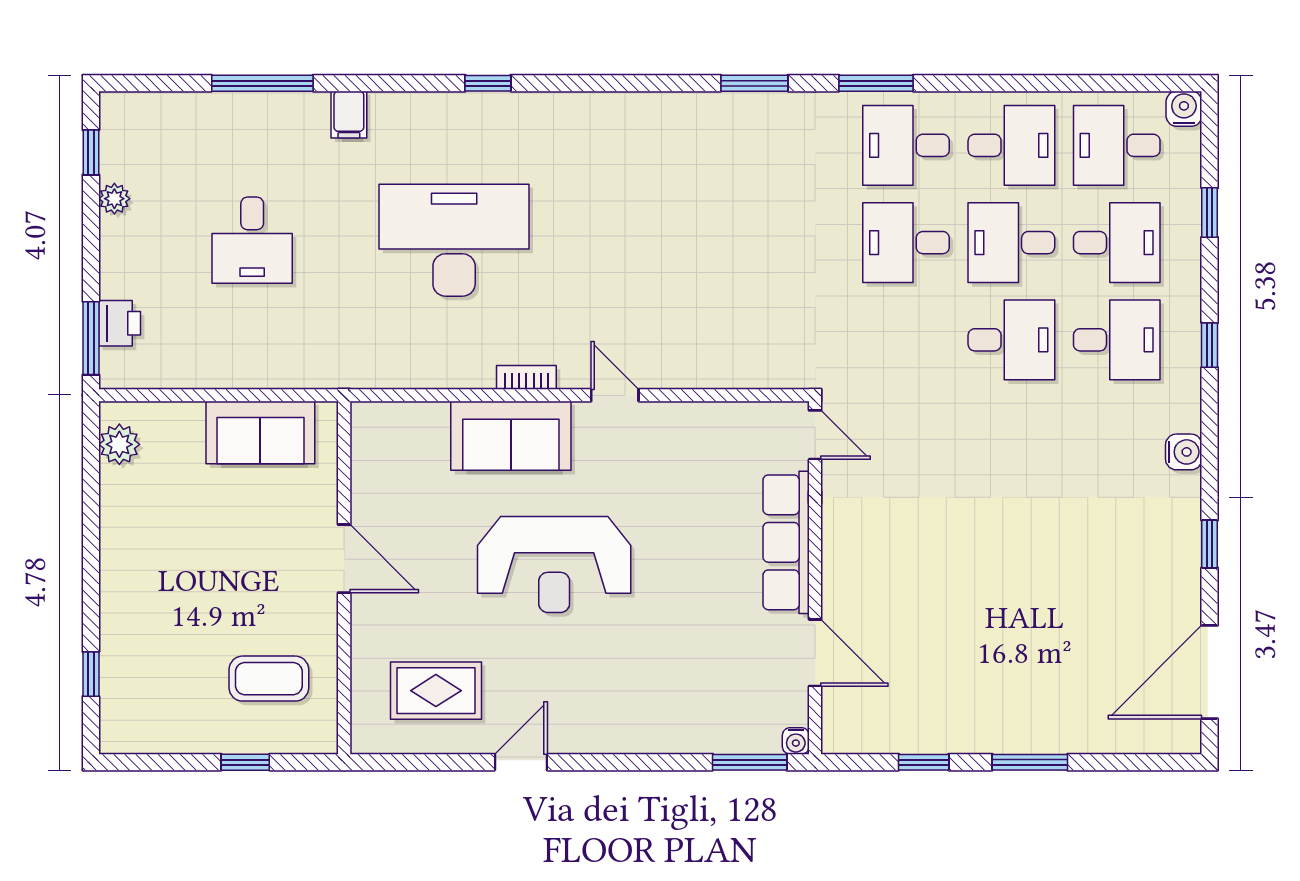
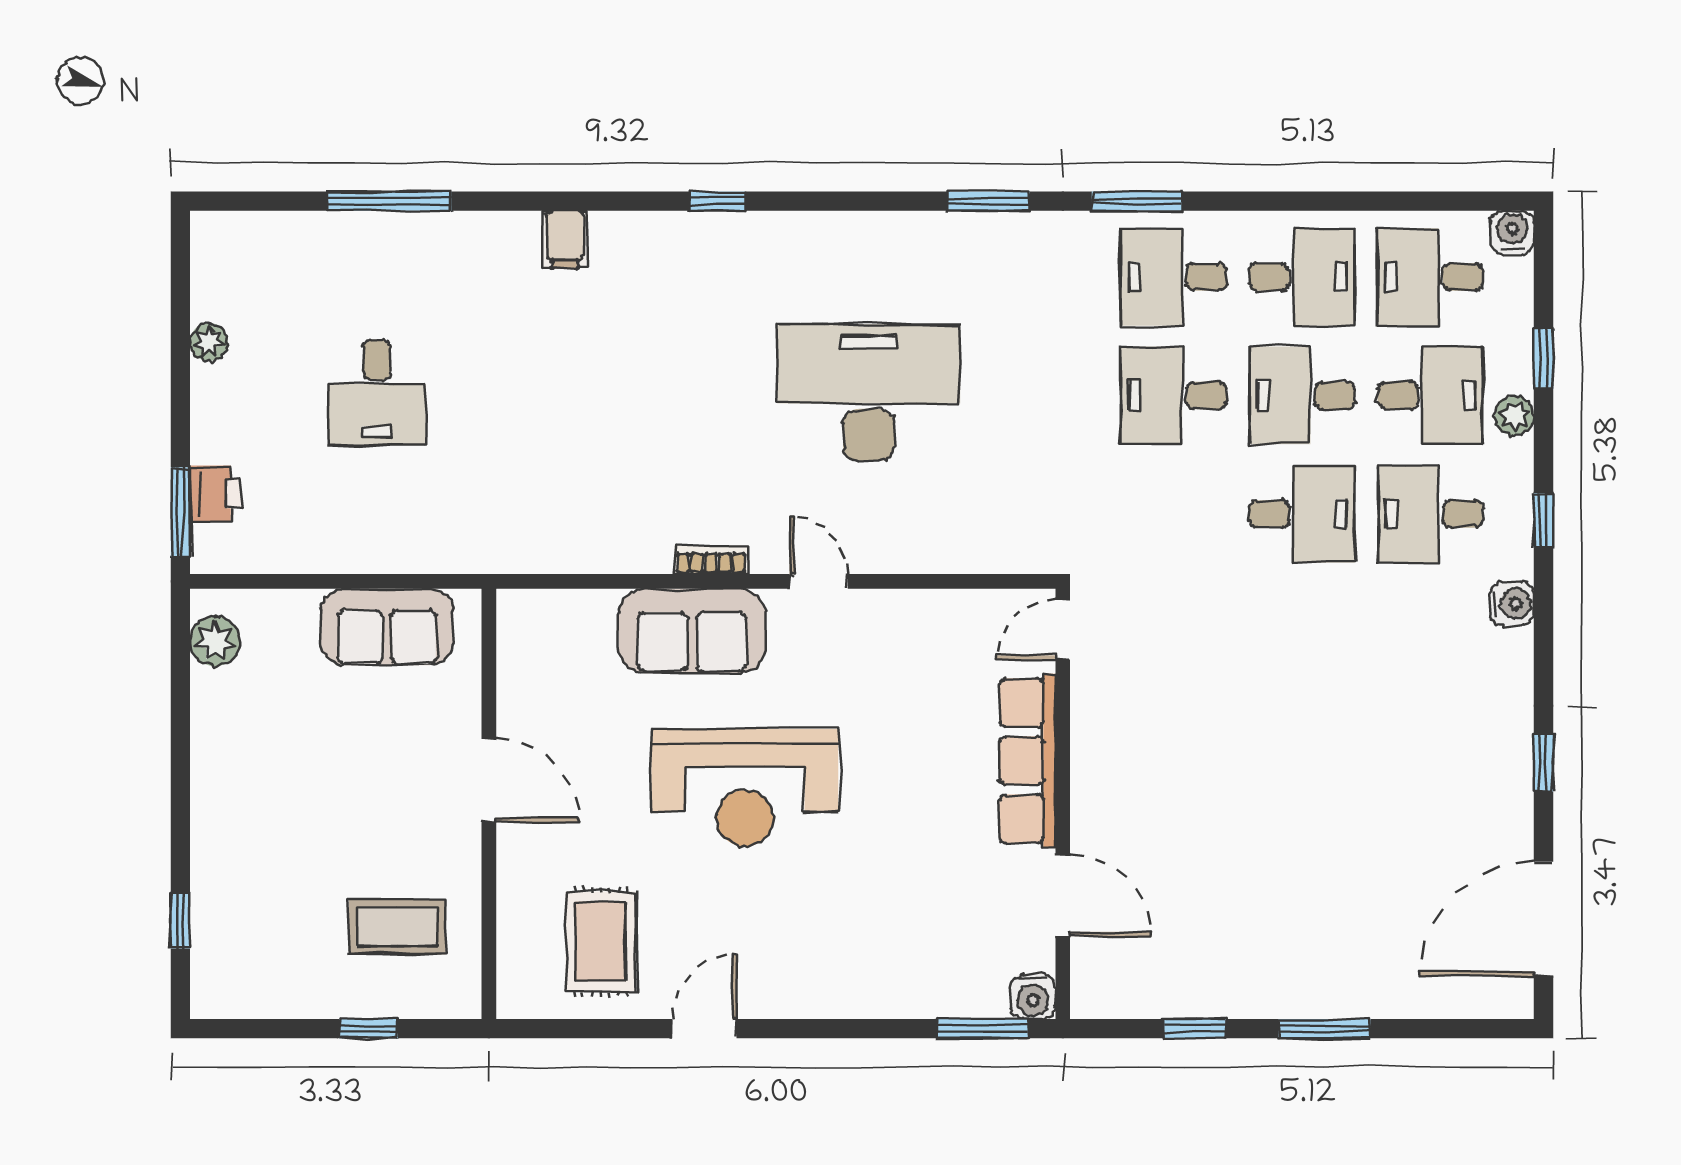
window: (488, 83) -> (717, 201), moved
filing cabinet: (349, 115) -> (565, 239), moved
window: (91, 152) -> (180, 285), removed
desk: (454, 240) -> (869, 392), moved
plant: (1186, 259) -> (1514, 416), added
desk: (1117, 340) -> (1430, 514), turned 180
door: (815, 435) -> (1063, 630), swing flipped
water cooler: (1184, 452) -> (1512, 604), moved
rug: (436, 691) -> (601, 941), turned 90
water cooler: (796, 741) -> (1033, 996), width x1.38, depth x1.38

